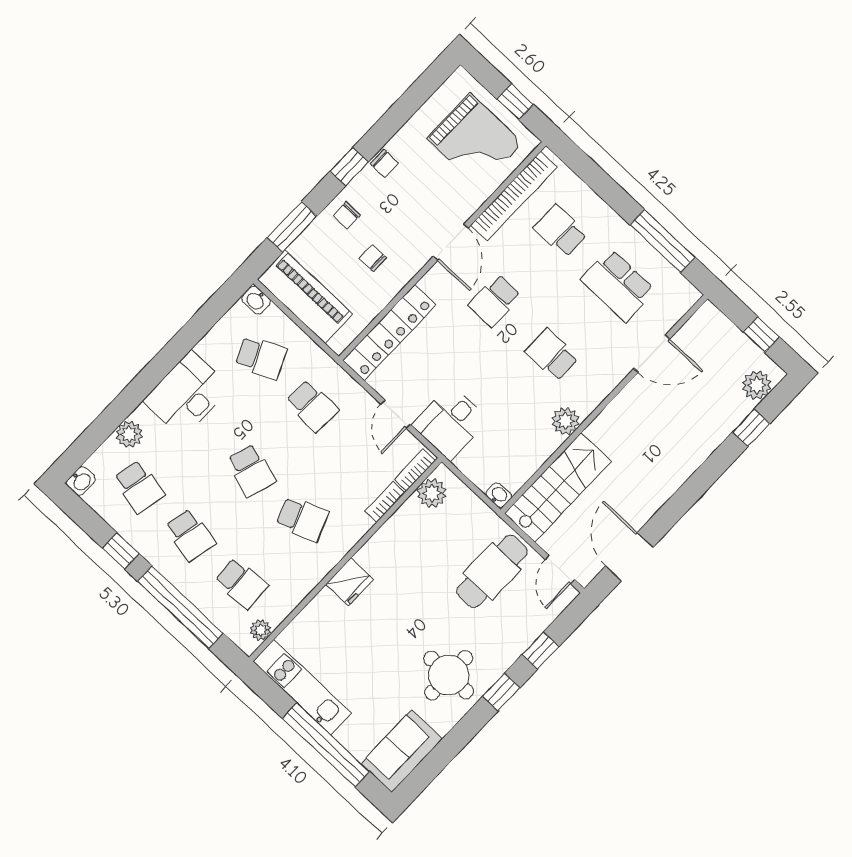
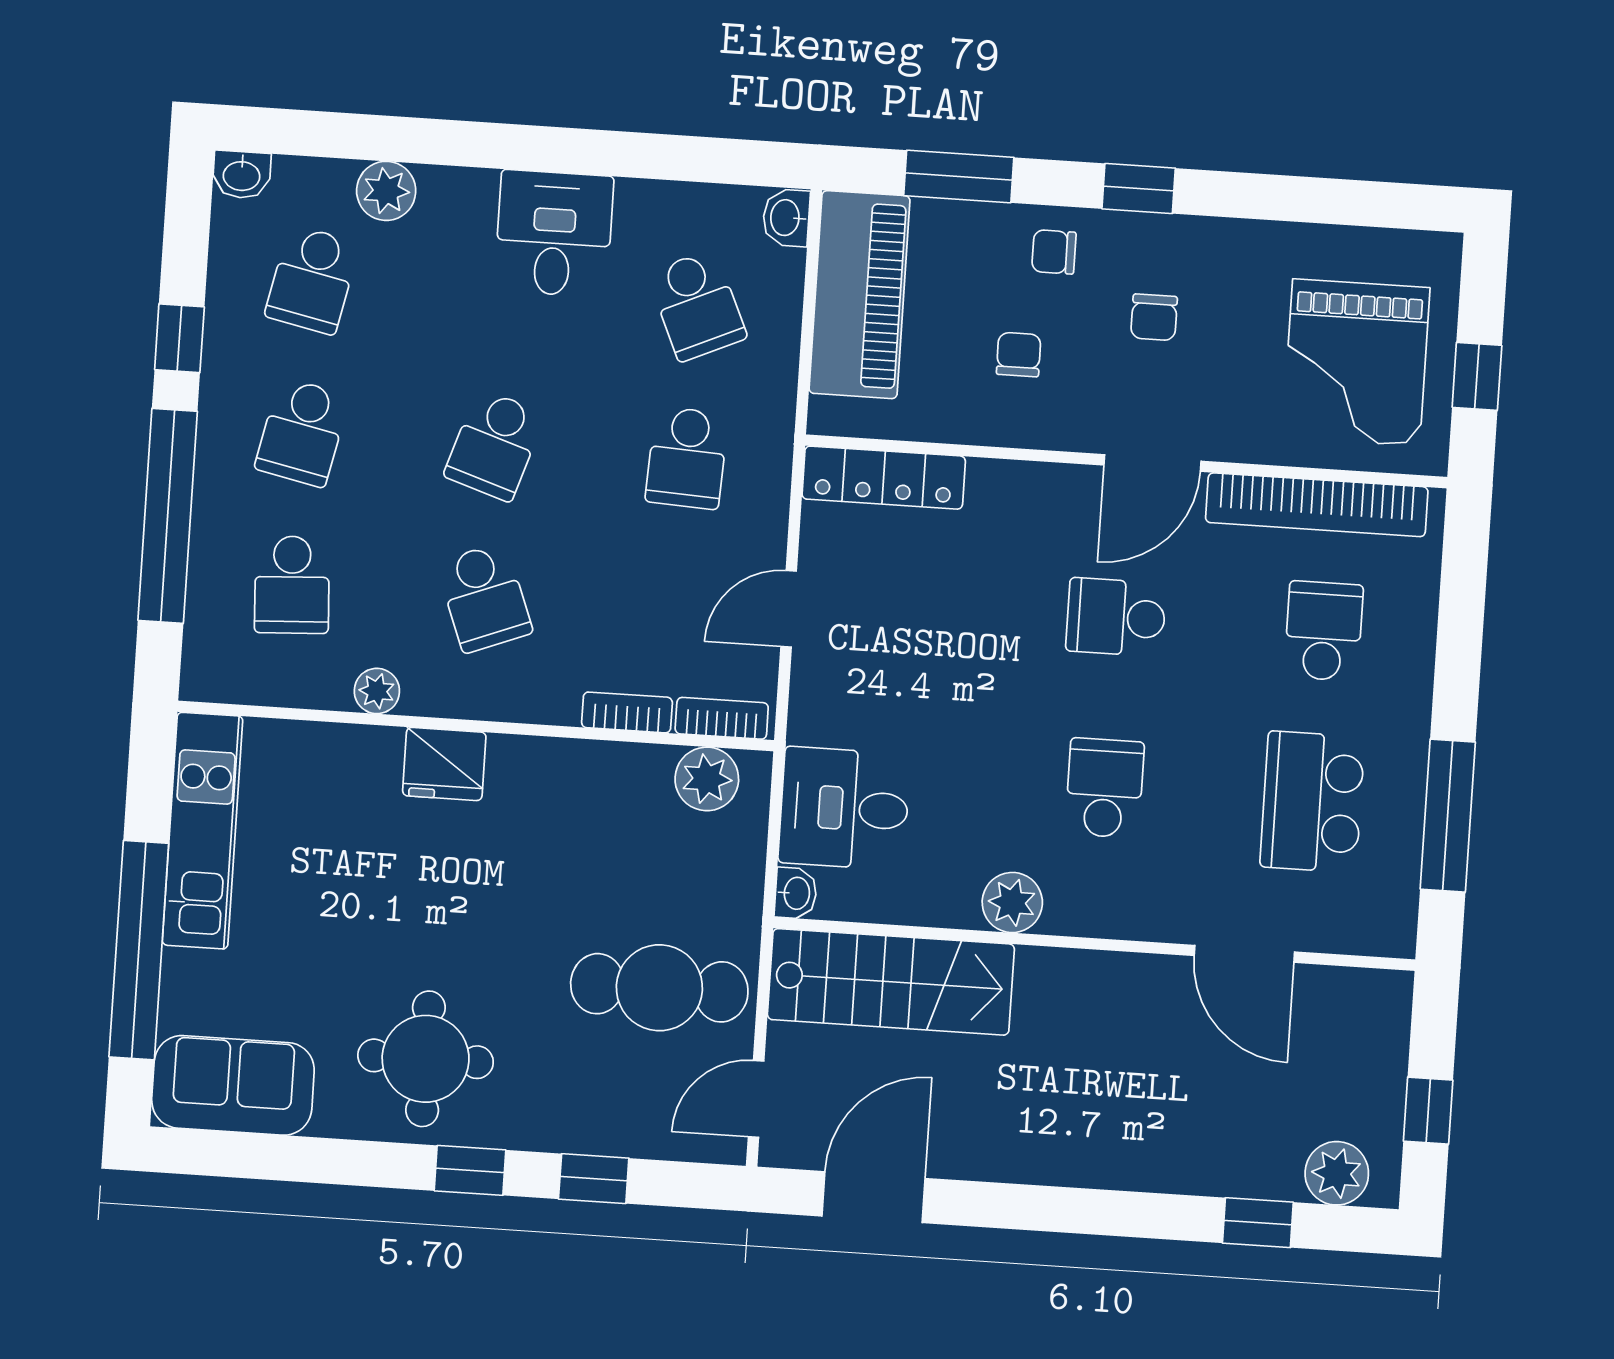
chair: (384, 163) -> (1154, 317), moved
locker: (389, 333) -> (884, 478), width x0.71, depth x0.83
desk: (187, 394) -> (554, 233), width x0.73
desk: (450, 422) -> (844, 808), moved
plant: (261, 630) -> (377, 691), moved

